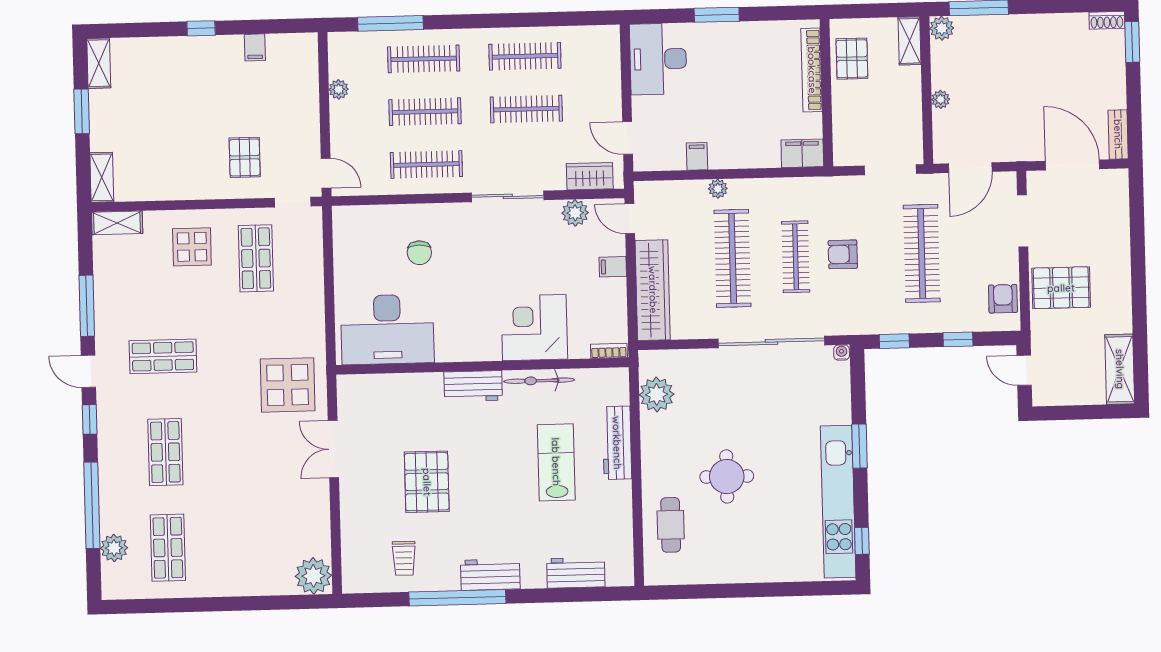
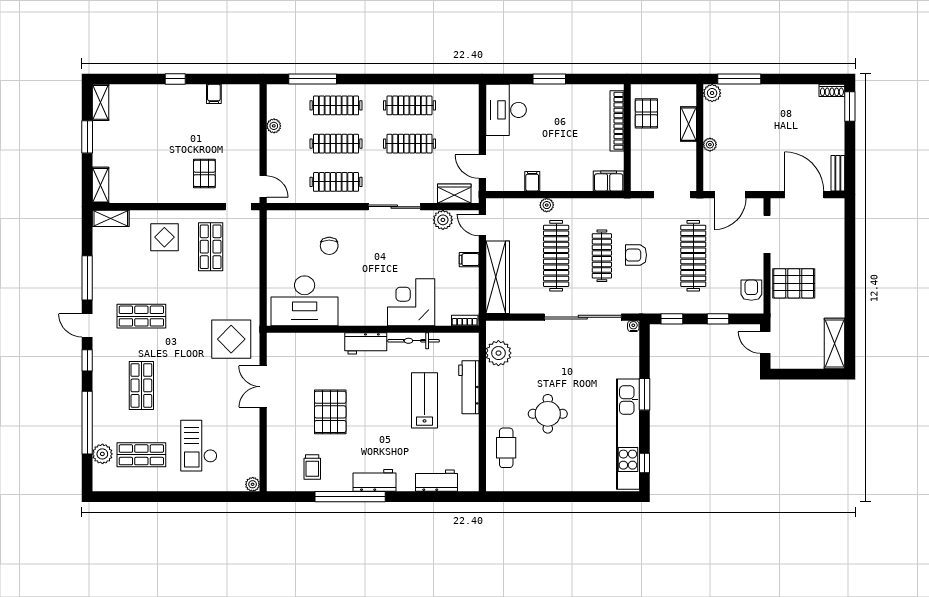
shelving: (909, 41) -> (688, 124), moved
checkout: (247, 533) -> (199, 446), added
shop shelf: (168, 548) -> (141, 455), turned 90
plant: (313, 576) -> (253, 484), width x0.53, depth x0.53

